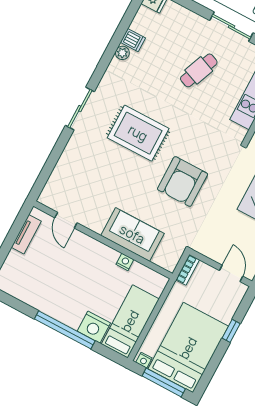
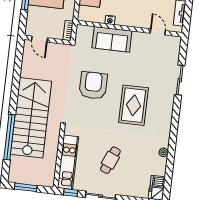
dishwasher: (133, 40) -> (158, 181), moved
sliding door: (80, 109) -> (180, 80), moved
rug: (138, 133) -> (134, 105), turned 90

